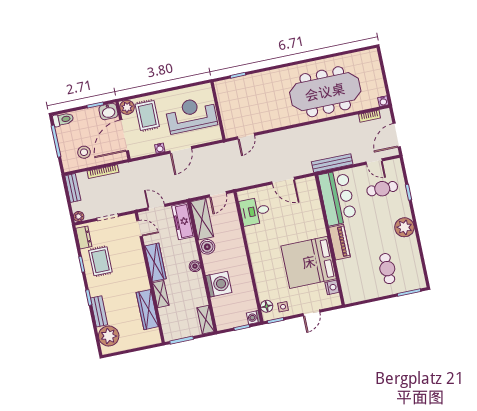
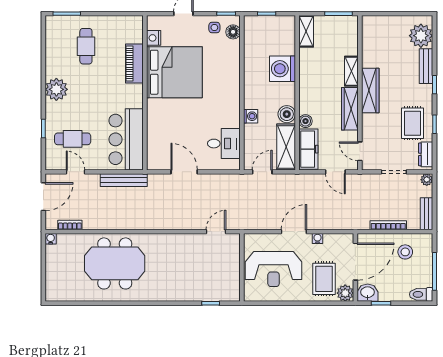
meeting table: (325, 92) -> (115, 263), width x0.73
piano: (339, 242) -> (134, 64), moved
boiler: (195, 266) -> (306, 121), moved
wardrobe: (147, 310) -> (370, 91), moved
washing machine: (254, 317) -> (251, 116), moved

